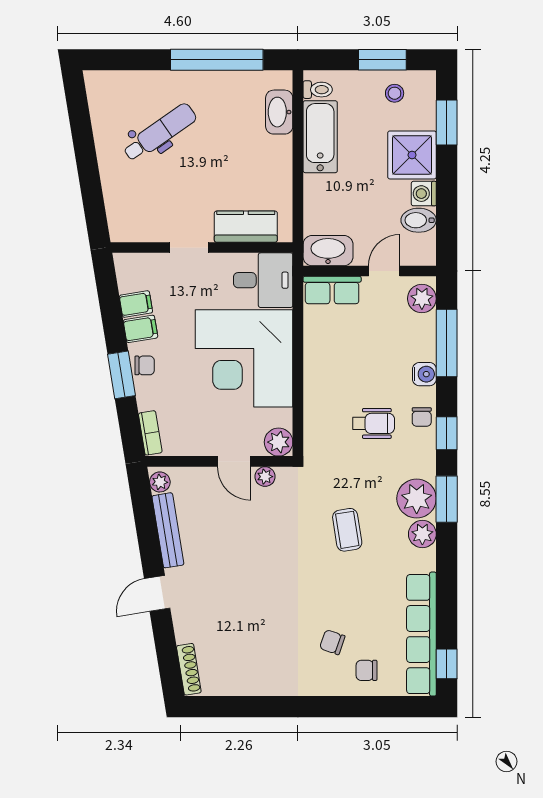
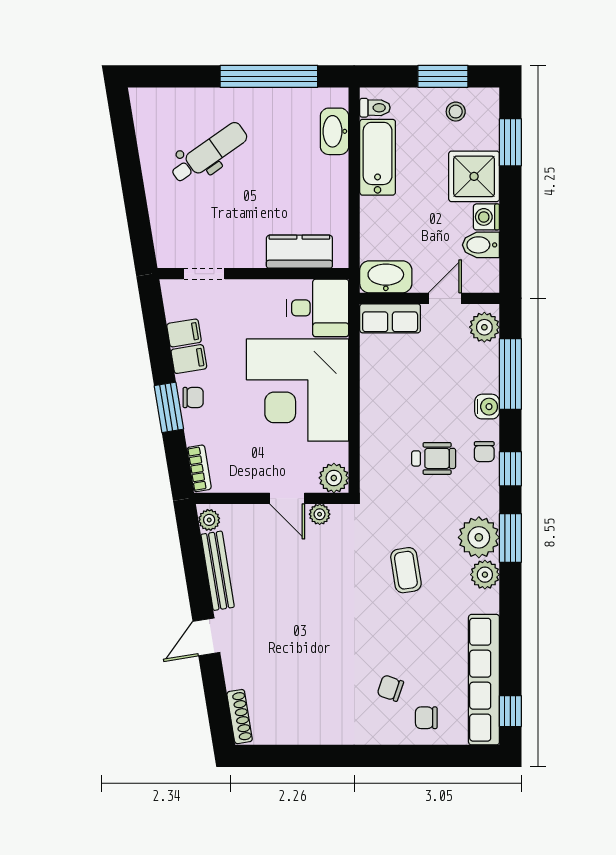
doorway: (189, 248) -> (204, 274), moved

